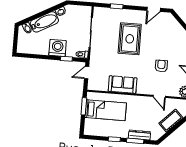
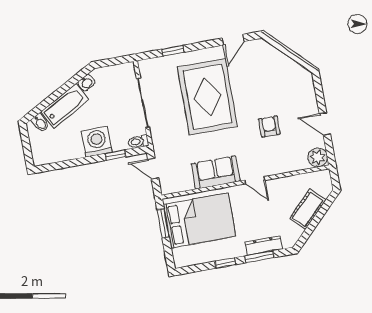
rug: (130, 39) -> (208, 97), width x1.37, depth x1.44
door: (87, 73) -> (153, 169), hinge flipped
door: (159, 96) -> (255, 180), moved
bed: (106, 110) -> (199, 220), width x1.50

